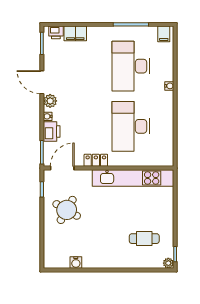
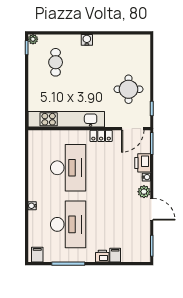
printer: (56, 32) -> (102, 256), moved
filing cabinet: (75, 33) -> (115, 255), width x0.50
round table: (67, 210) -> (129, 89), turned -30
cafe table: (144, 239) -> (56, 62), turned 90
water cooler: (76, 263) -> (87, 40), moved

